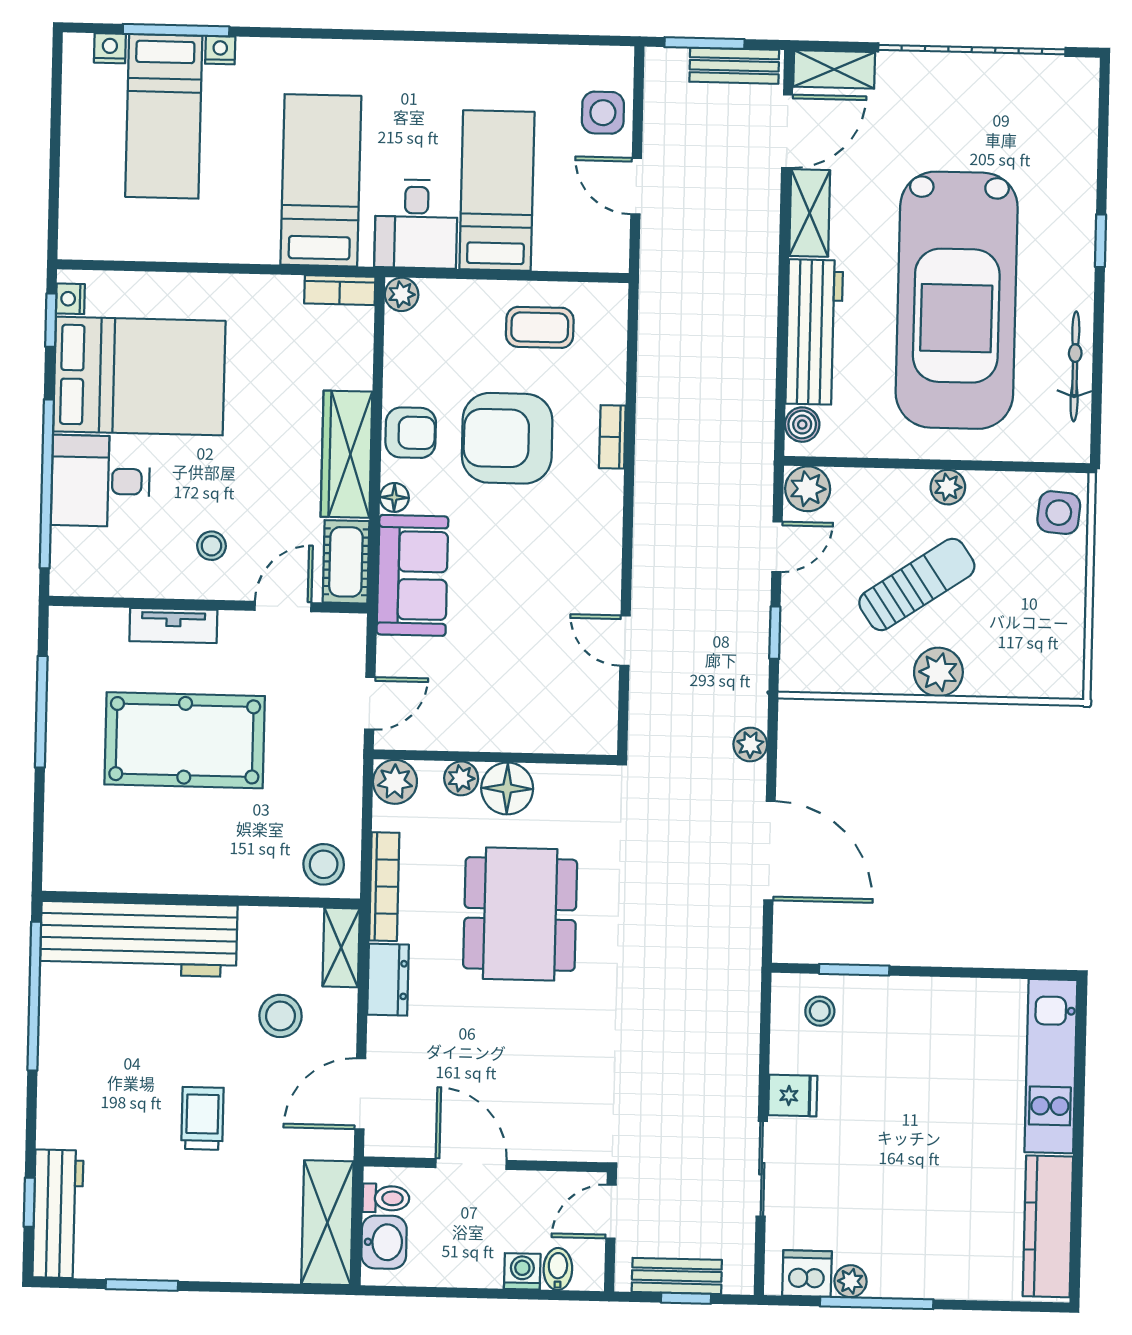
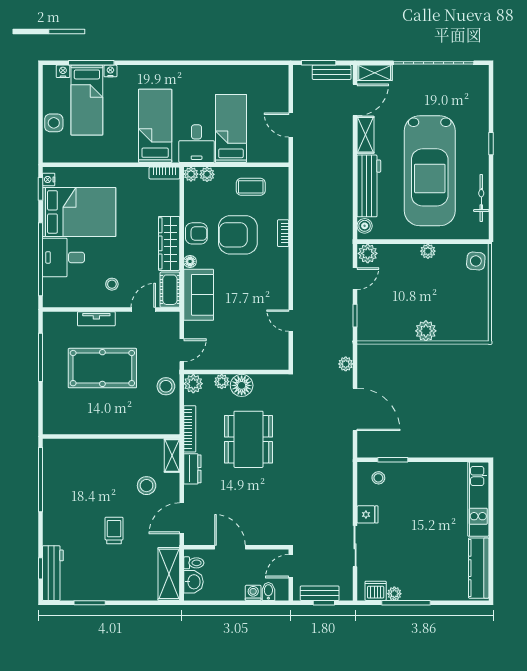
side table: (603, 113) -> (54, 123), moved
plant: (439, 296) -> (207, 174), added
sun lounger: (917, 584) -> (416, 293), removed
stool: (324, 864) -> (166, 386), moved
workbench: (139, 939) -> (85, 454), removed

